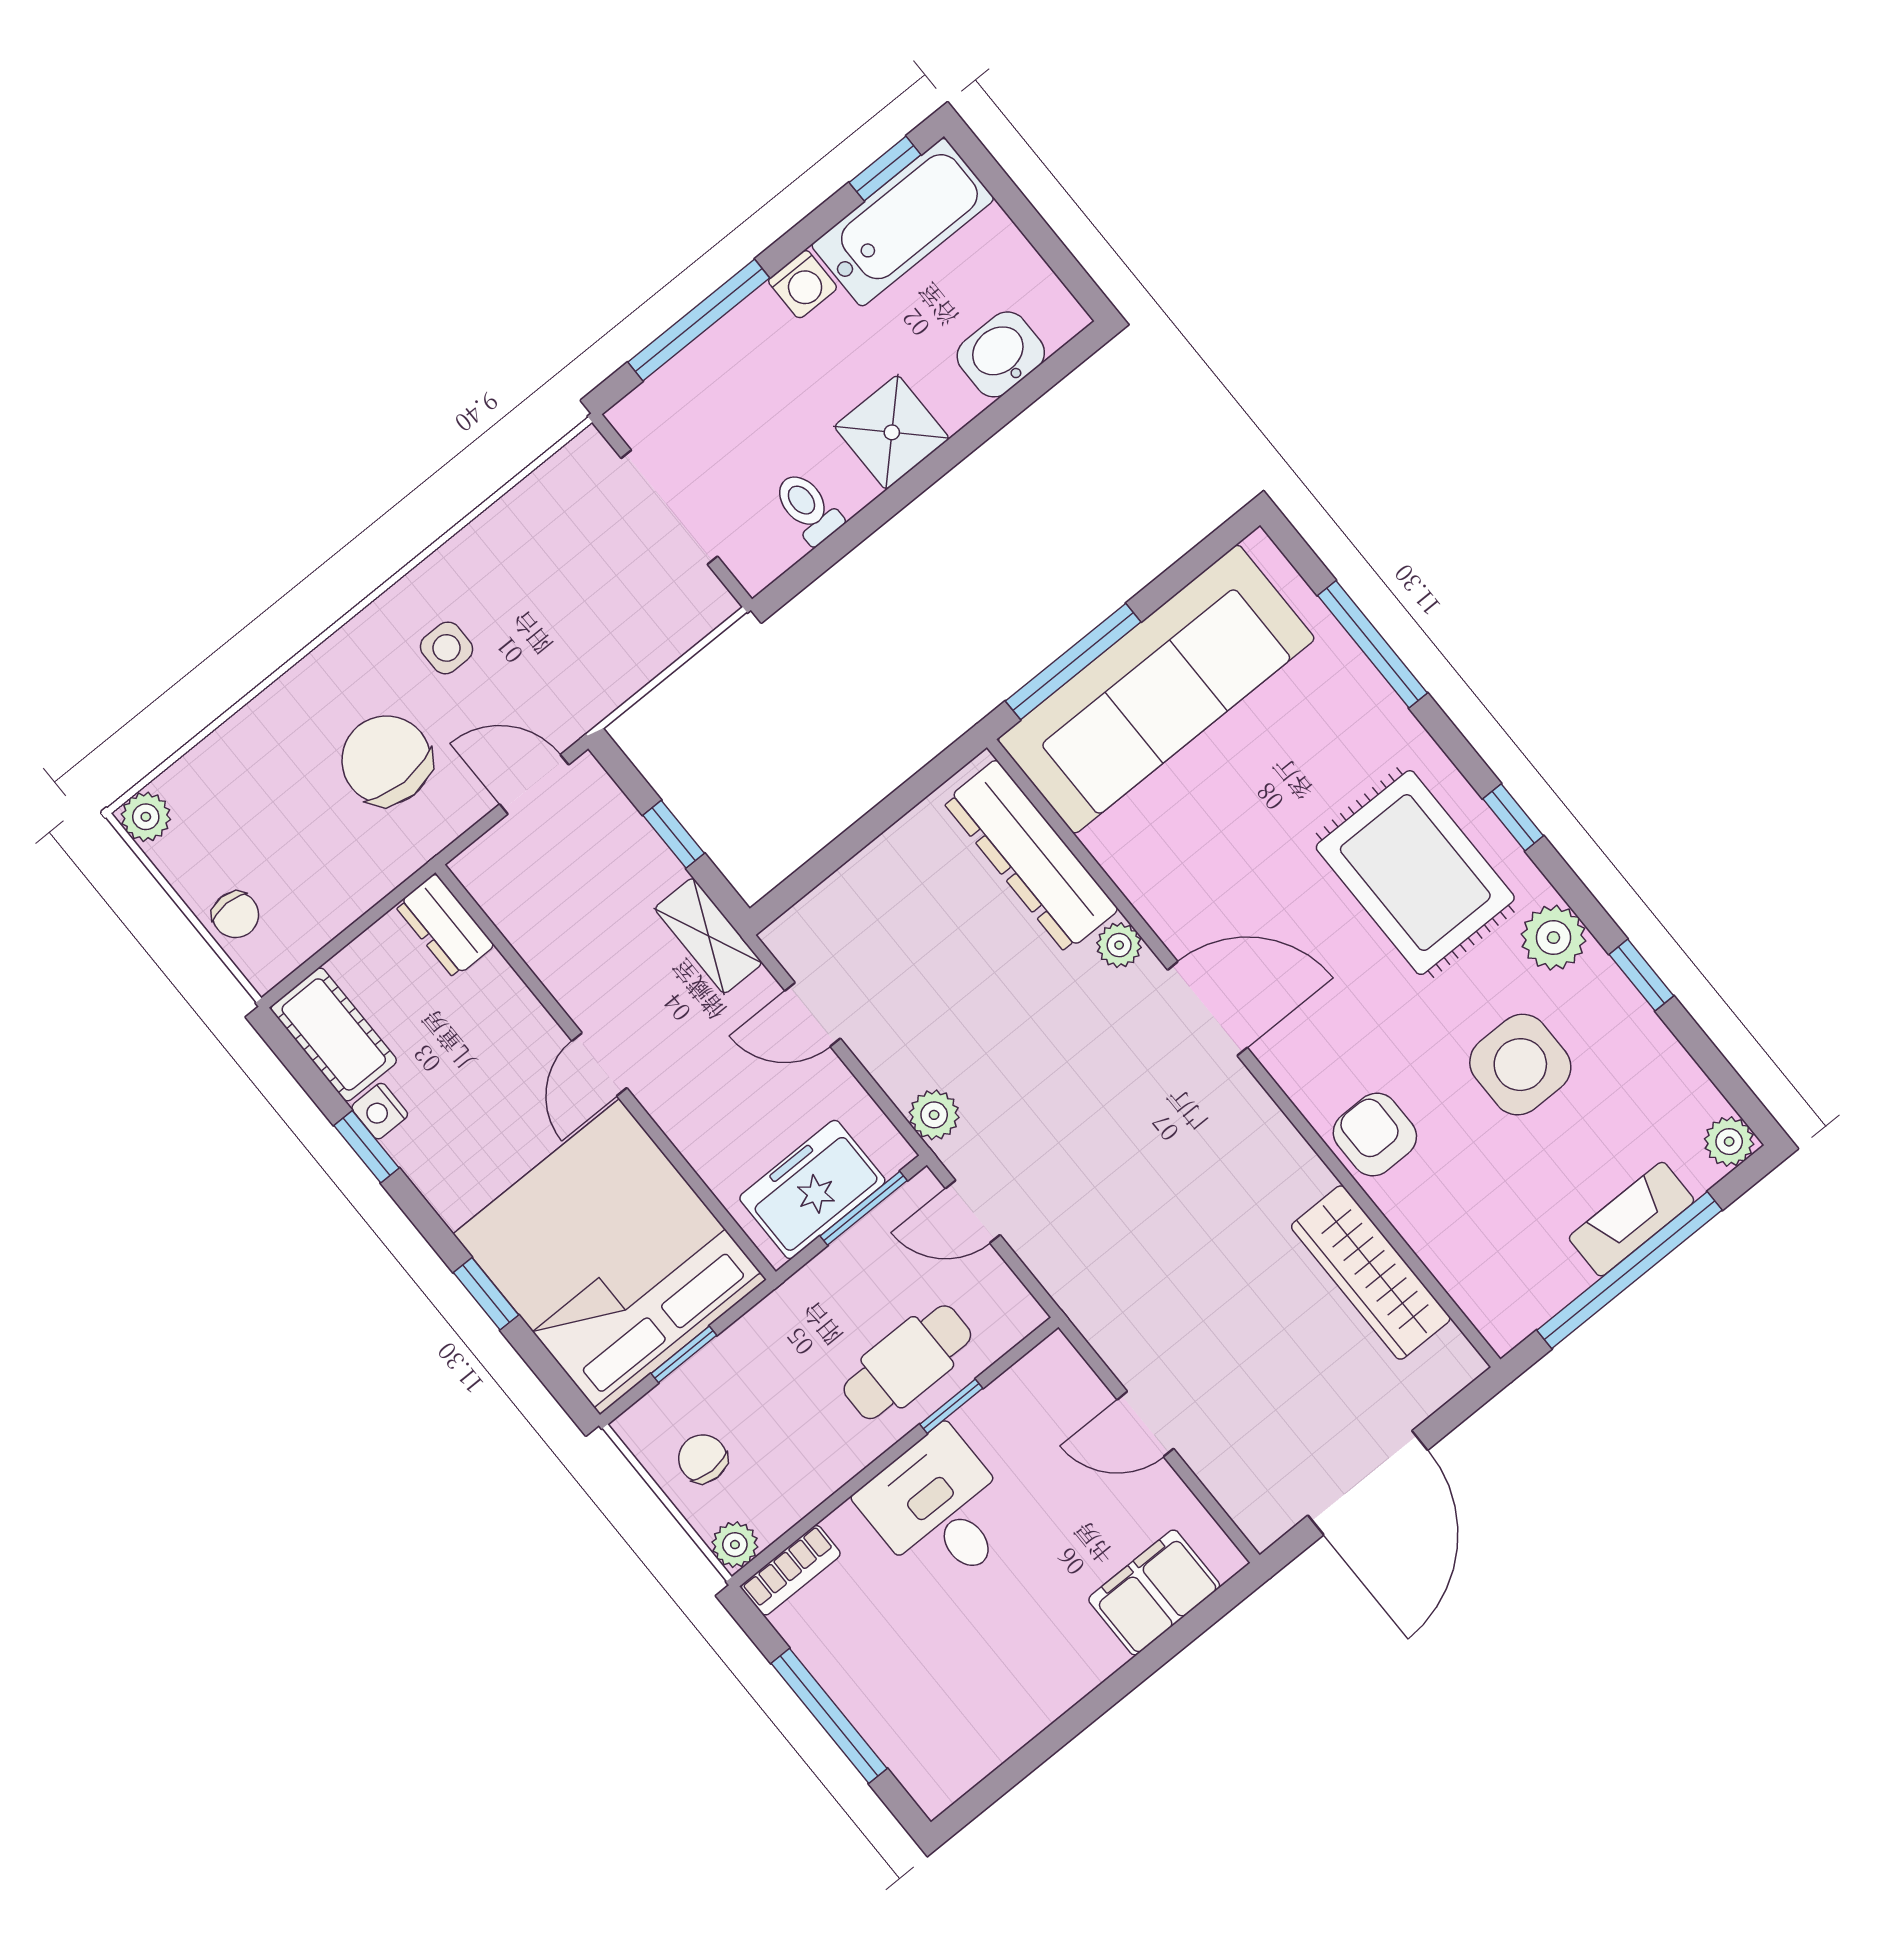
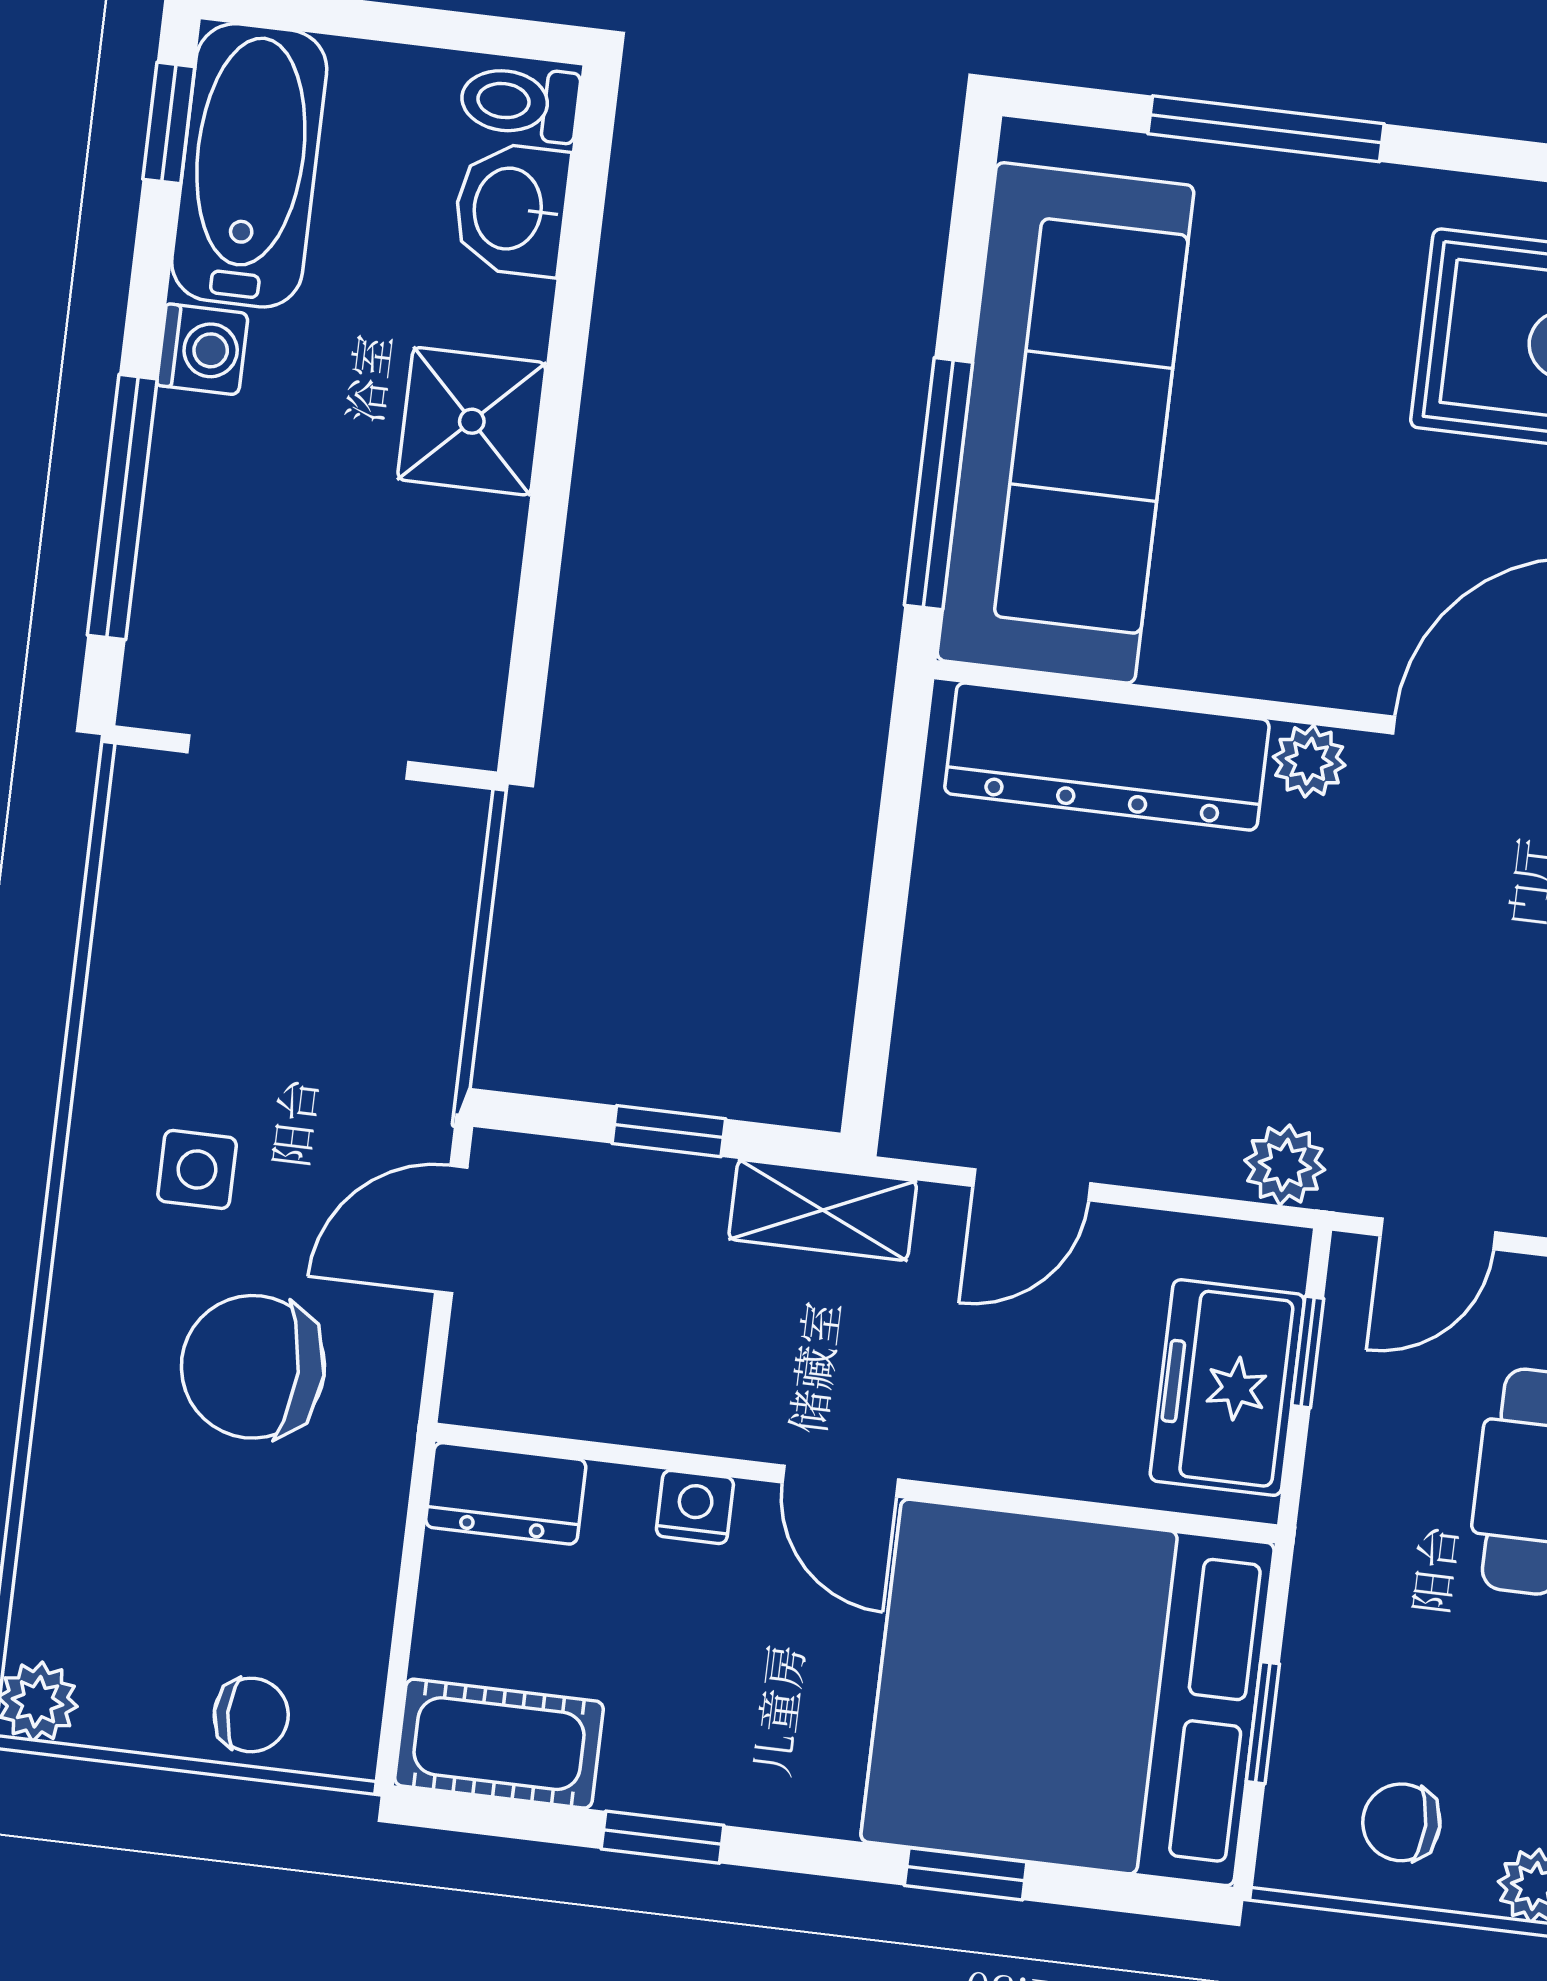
toilet: (808, 508) -> (520, 102), moved
nightstand: (380, 1111) -> (695, 1507), moved, turned 180
window: (864, 1208) -> (1308, 1352), width x0.67

